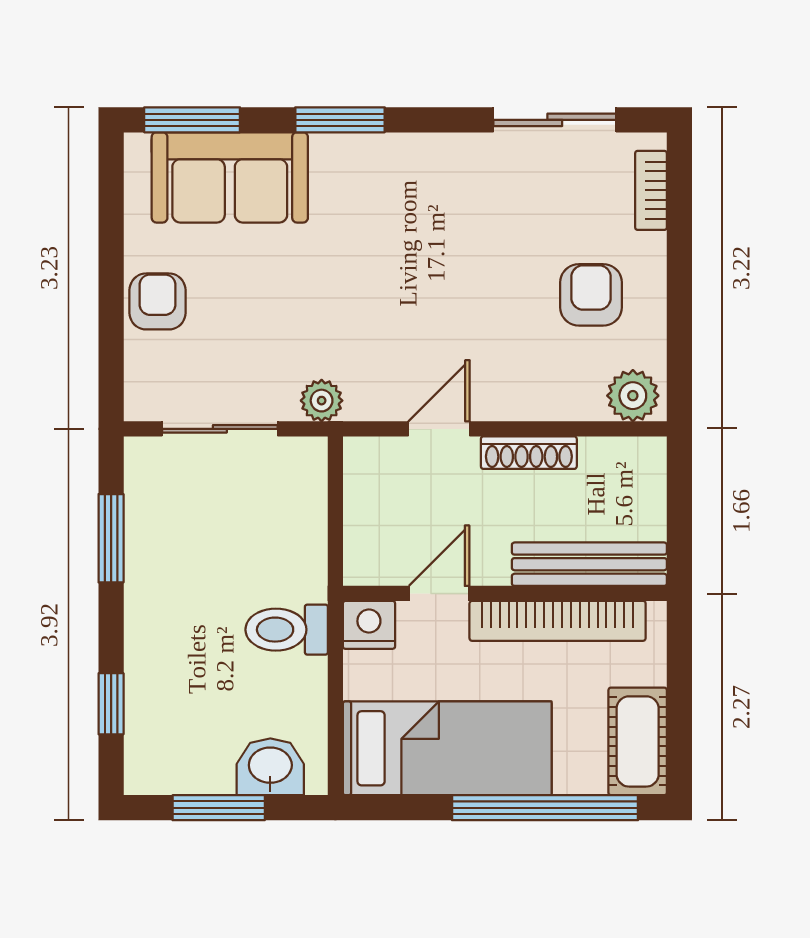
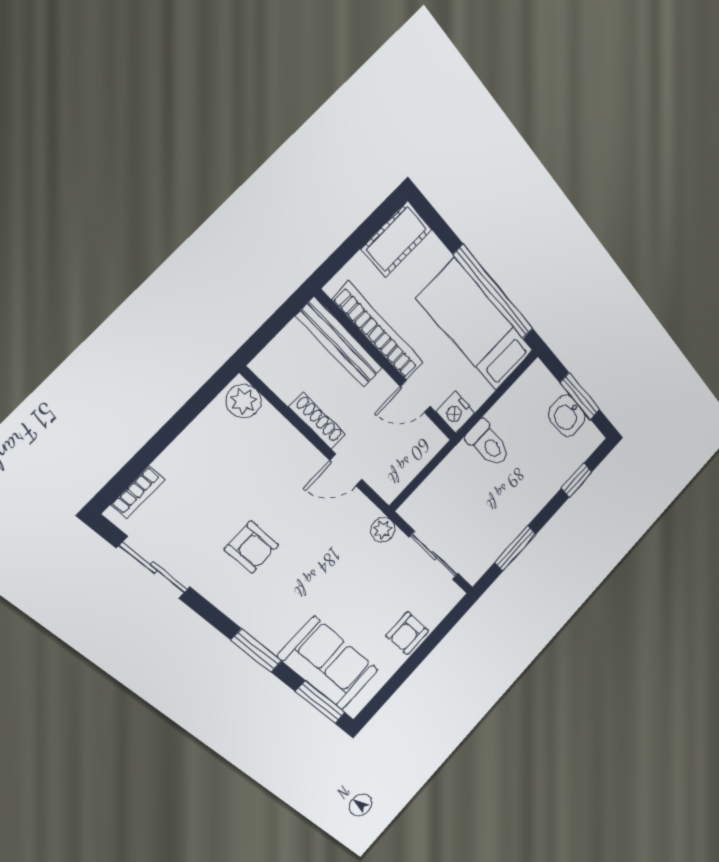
armchair: (591, 295) -> (251, 547), moved, turned -90
washbasin: (270, 767) -> (567, 416), moved
window: (545, 808) -> (494, 292), moved

